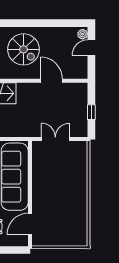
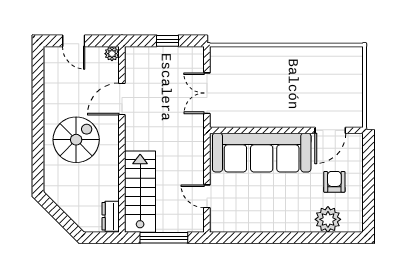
plant: (83, 34) -> (112, 54), moved
door: (30, 224) -> (330, 130), hinge flipped

